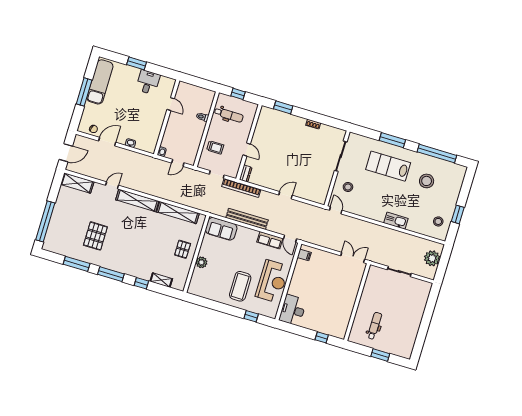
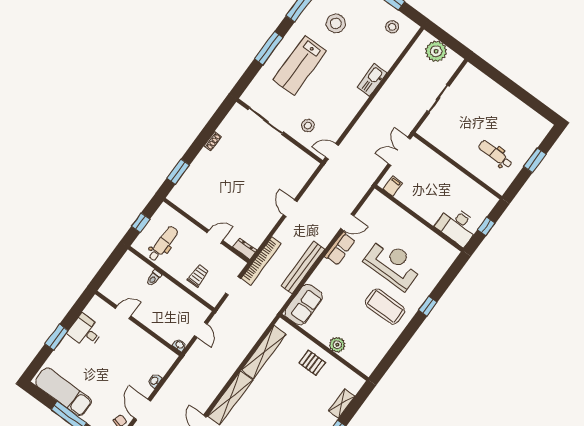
filing cabinet: (304, 255) -> (393, 186), moved
wall: (288, 281) -> (419, 218), moved
desk: (293, 310) -> (457, 226), moved

